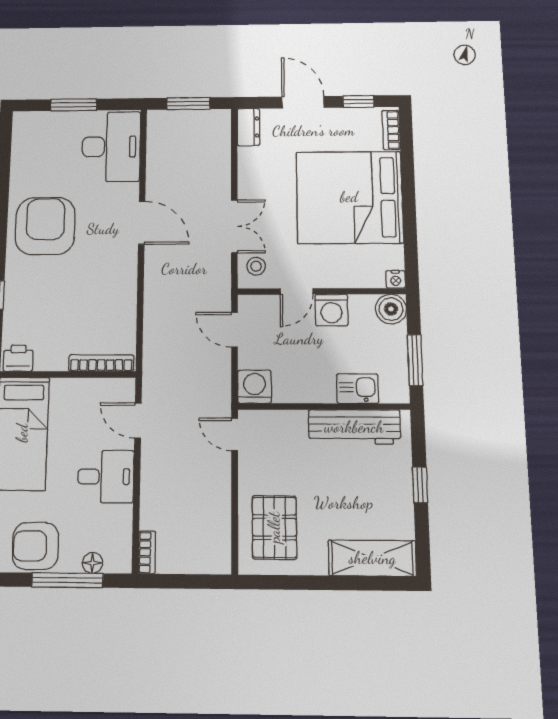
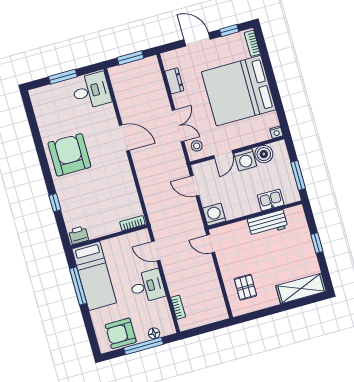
dresser: (248, 127) -> (174, 81), moved
desk: (111, 147) -> (91, 91), width x0.73
boiler: (391, 309) -> (264, 154), moved
bookcase: (101, 363) -> (132, 223), width x0.64
workbench: (354, 427) -> (268, 223), width x0.73
pallet: (274, 527) -> (245, 287), width x0.67, depth x0.71
bookcase: (147, 552) -> (178, 307), moved

